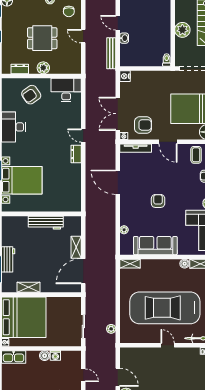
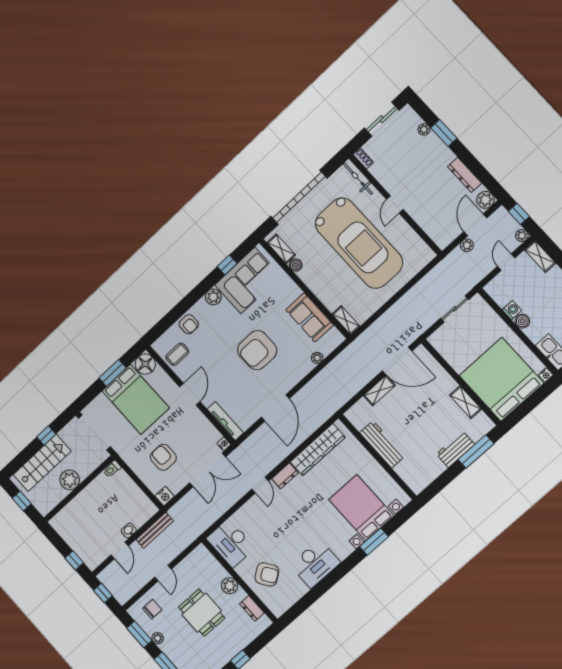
armchair: (143, 125) -> (163, 457), moved
wardrobe: (74, 185) -> (318, 450), added
armchair: (158, 201) -> (257, 350), width x1.88, depth x1.88
sofa: (155, 246) -> (310, 317), width x0.73
plant: (111, 329) -> (467, 245), moved

